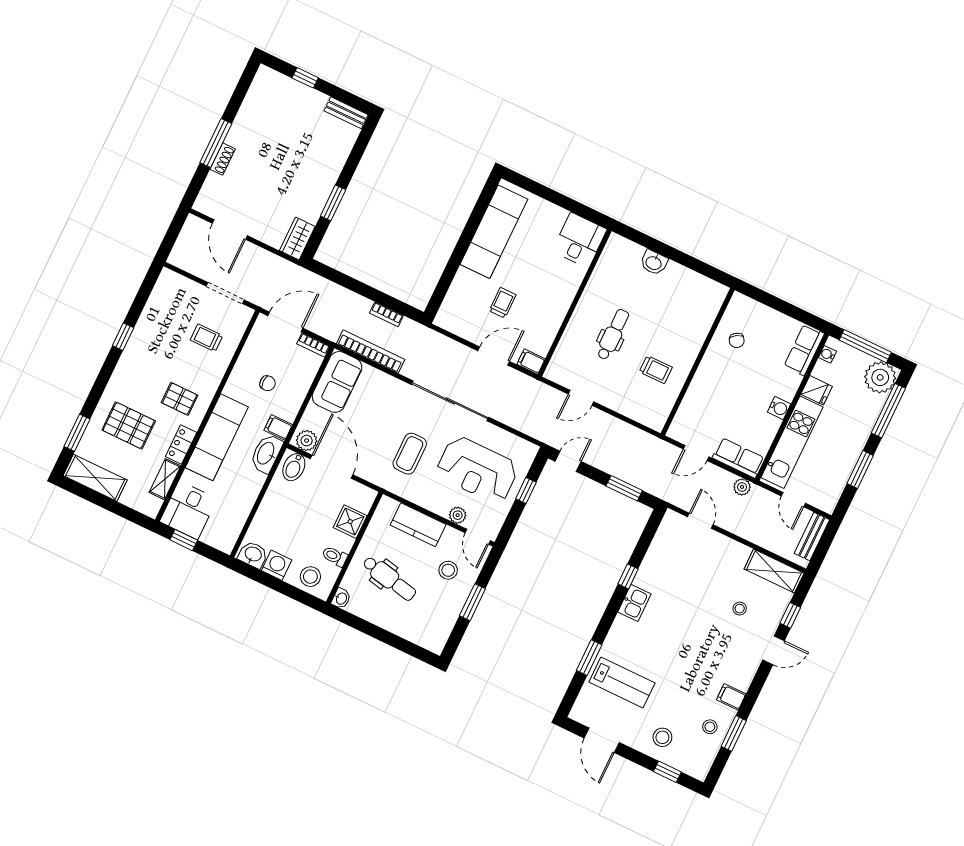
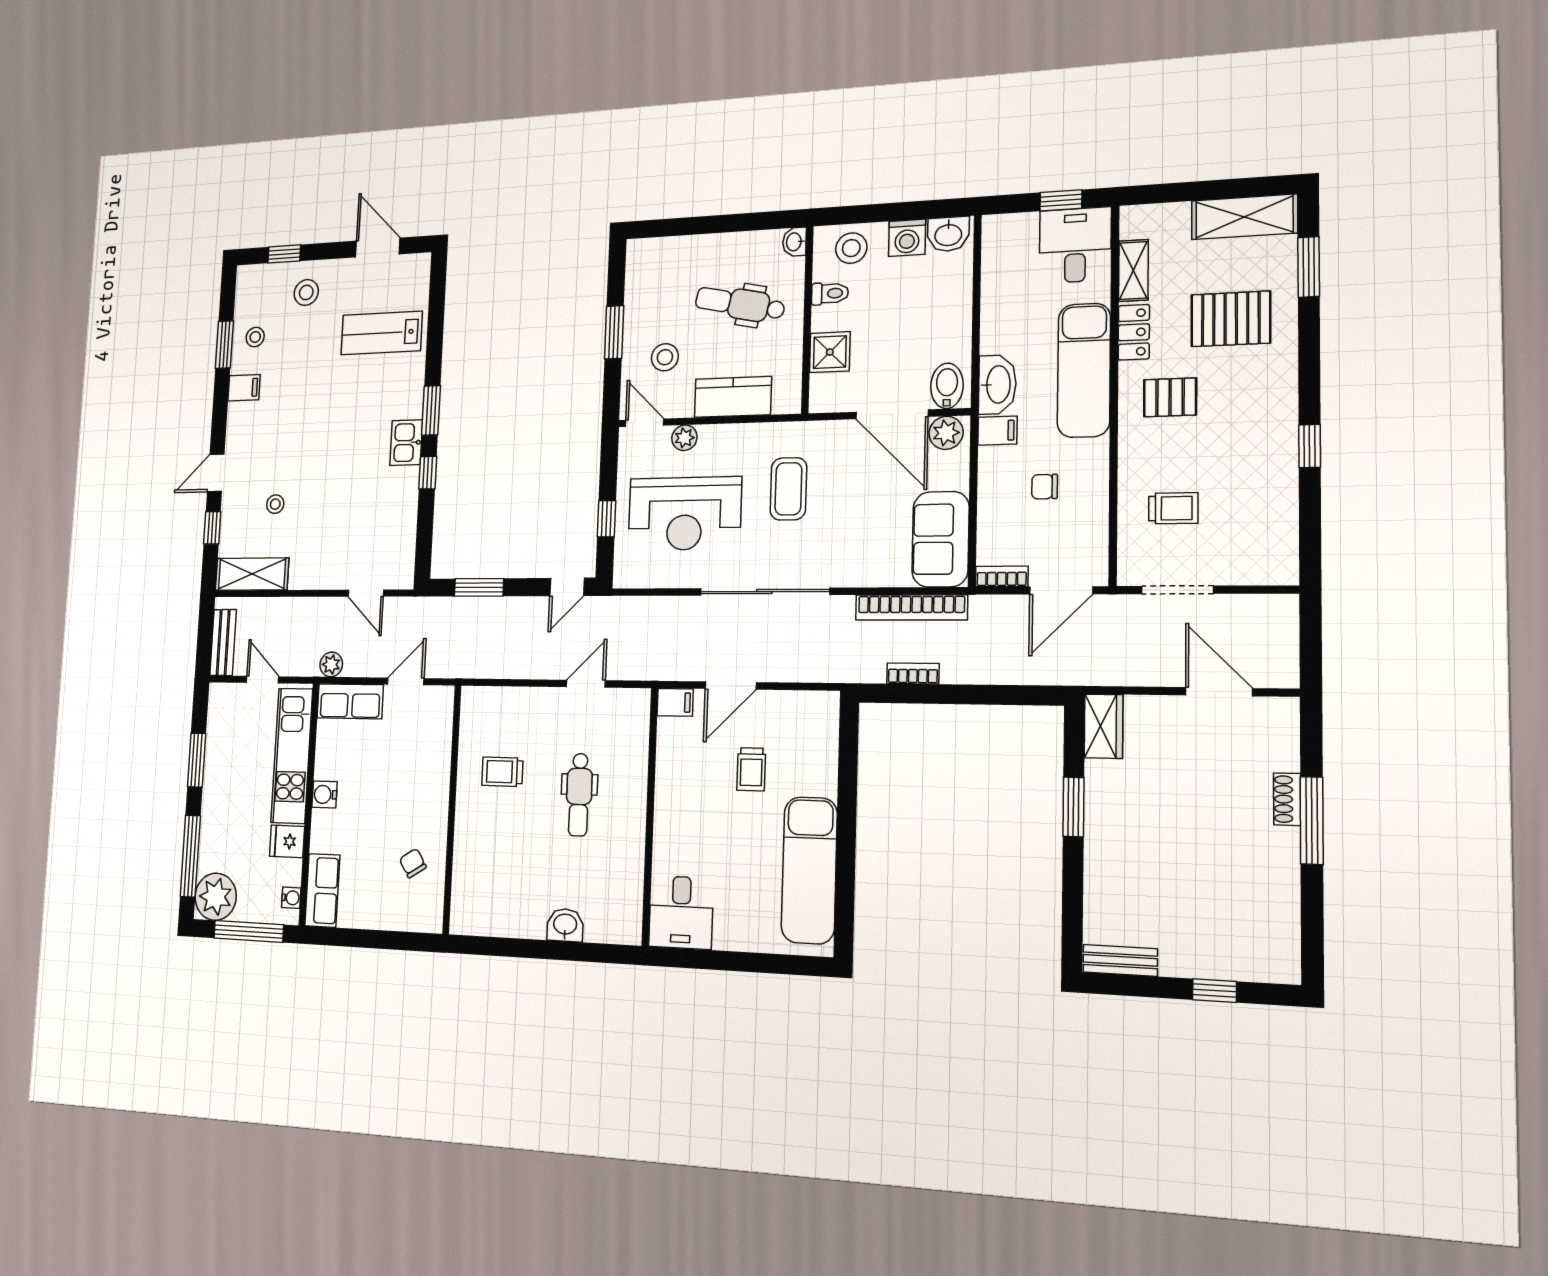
reception desk: (477, 470) -> (685, 514), turned 180
window: (589, 658) -> (431, 410), moved

